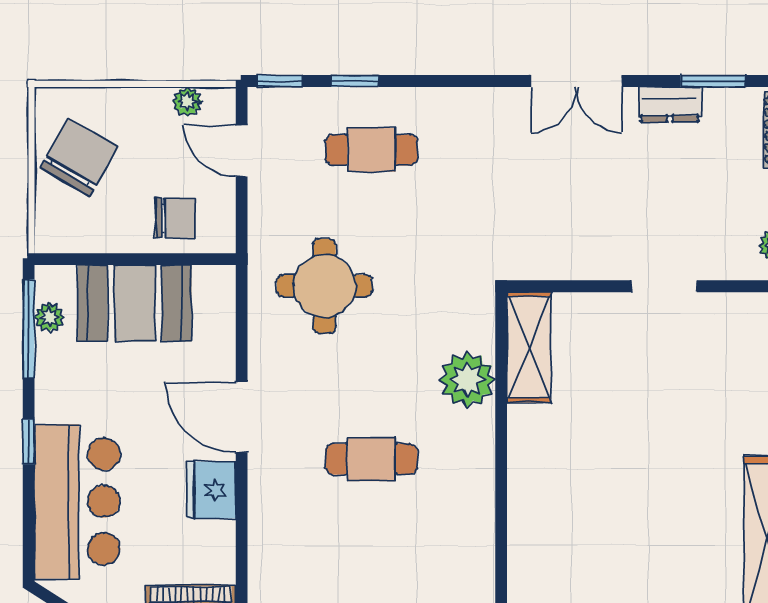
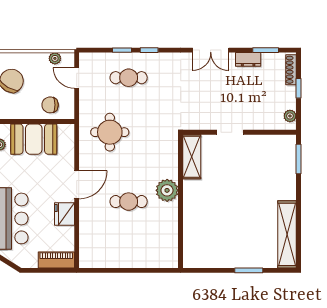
window: (280, 81) -> (149, 50), moved
chair: (175, 218) -> (50, 105), turned 180
doorway: (664, 286) -> (230, 132), moved
plant: (467, 380) -> (167, 190), moved
door: (242, 417) -> (77, 185), swing flipped

